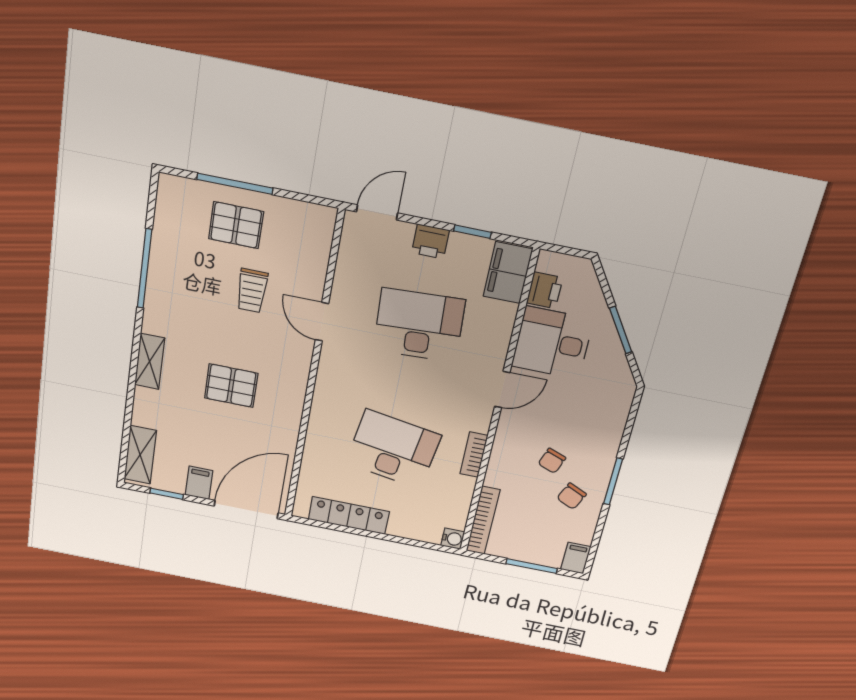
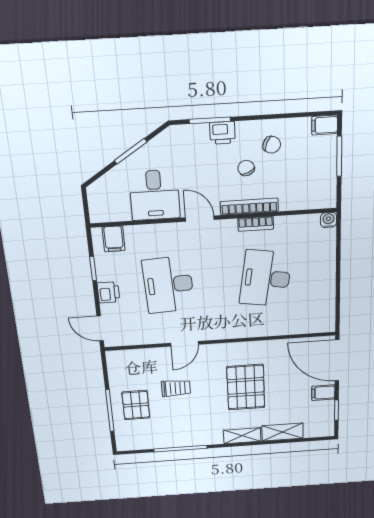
filing cabinet: (508, 273) -> (114, 239), width x0.50
printer: (545, 290) -> (222, 133), moved, turned 180
pallet: (231, 386) -> (246, 387), width x1.50, depth x1.42
shelving: (140, 455) -> (283, 432), moved
chair: (552, 461) -> (246, 168), turned -134
window: (613, 481) -> (210, 120), moved
locker: (349, 516) -> (326, 295), removed
bookcase: (483, 520) -> (249, 206), moved

